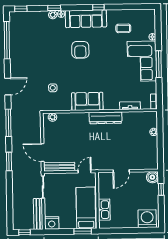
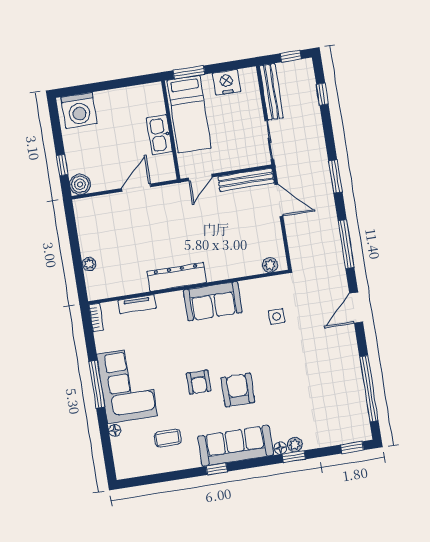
armchair: (102, 57) -> (199, 382), added
window: (10, 209) -> (322, 94), added
kitchen sink: (104, 210) -> (160, 135), moved
nightstand: (52, 223) -> (227, 82), moved

